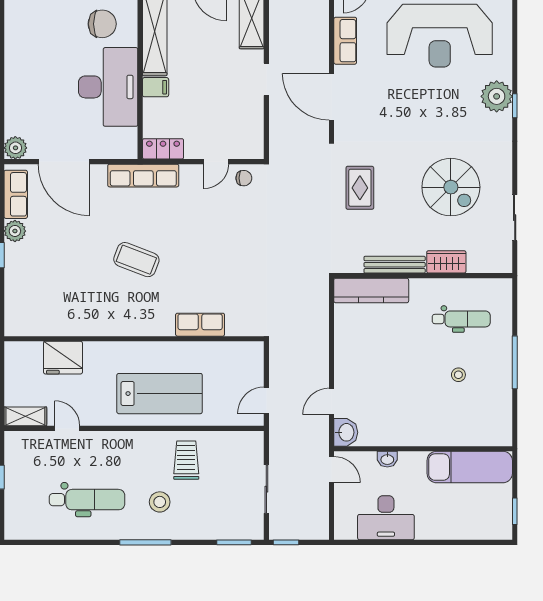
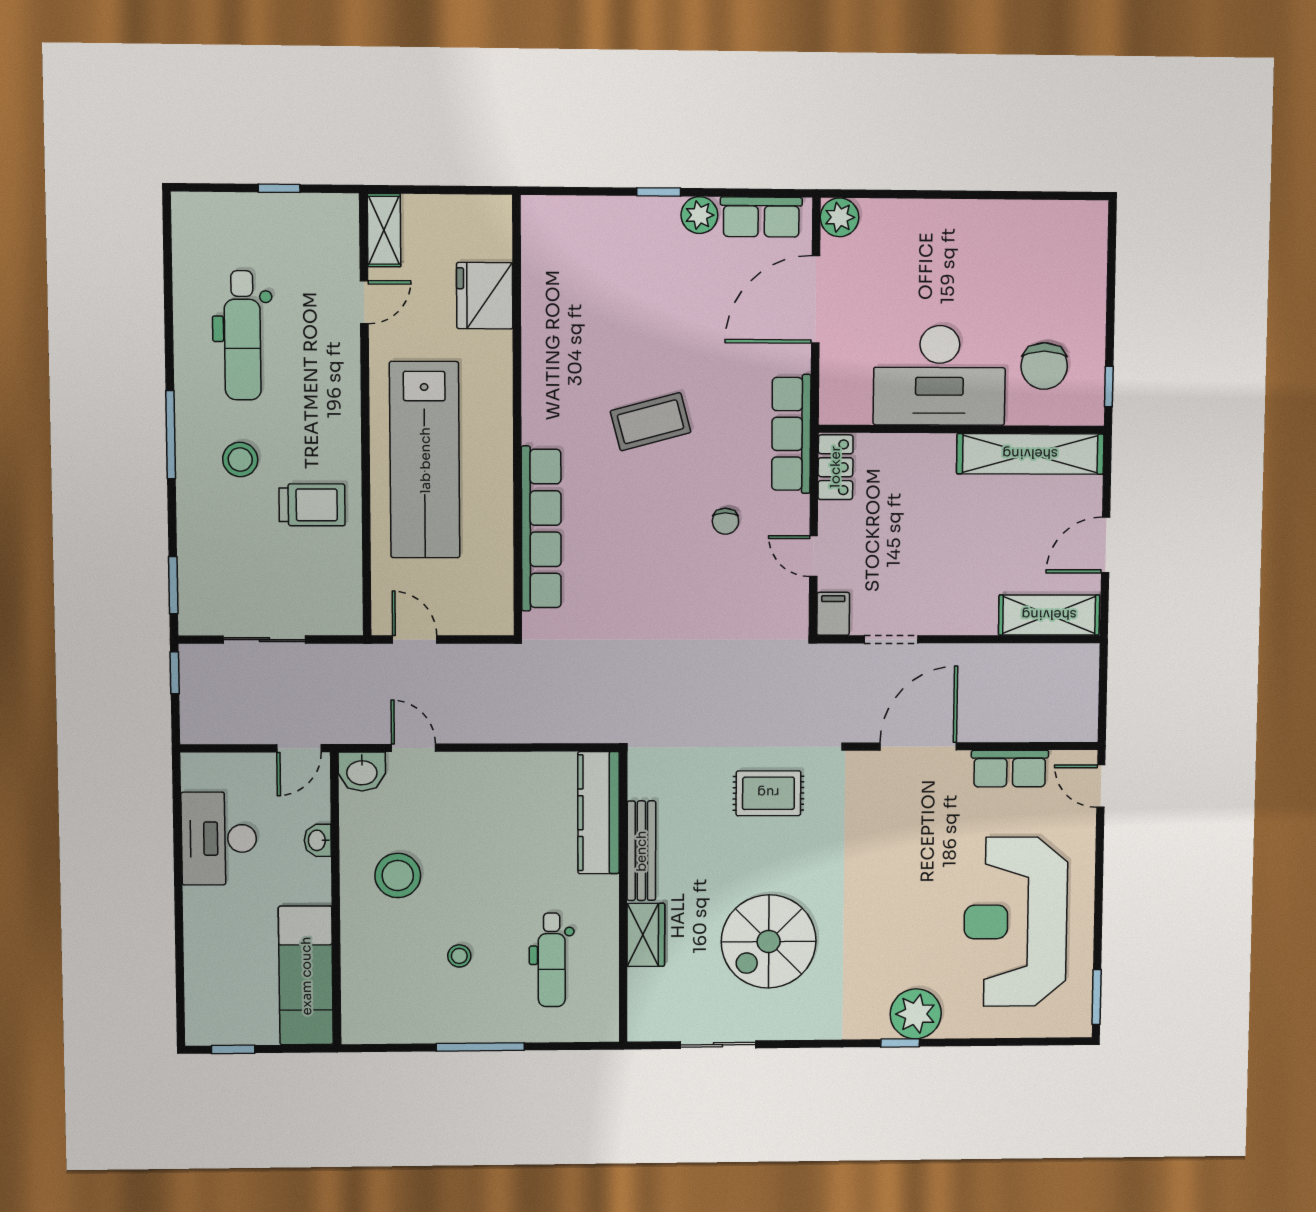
doorway: (266, 79) -> (891, 639), moved
filing cabinet: (156, 87) -> (833, 614), moved, turned 180
chair: (244, 178) -> (725, 521), moved
coffee table: (136, 260) -> (651, 422), turned 54
row of seats: (200, 325) -> (541, 529), width x2.02
lab bench: (160, 394) -> (425, 460), width x1.36
stool: (409, 411) -> (398, 875), added

